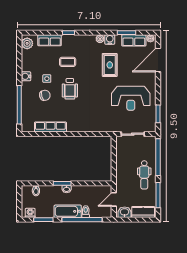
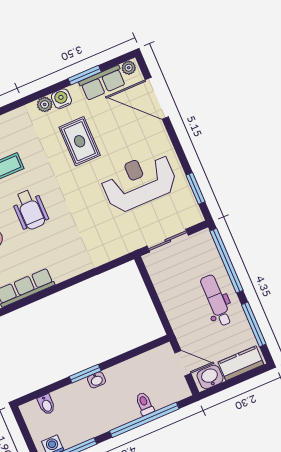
door: (158, 60) -> (157, 98), hinge flipped
reception desk: (131, 98) -> (139, 182), turned 180
dental chair: (144, 175) -> (216, 300), turned 180
door: (114, 199) -> (183, 363), swing flipped
bathtub: (68, 211) -> (114, 416), removed

